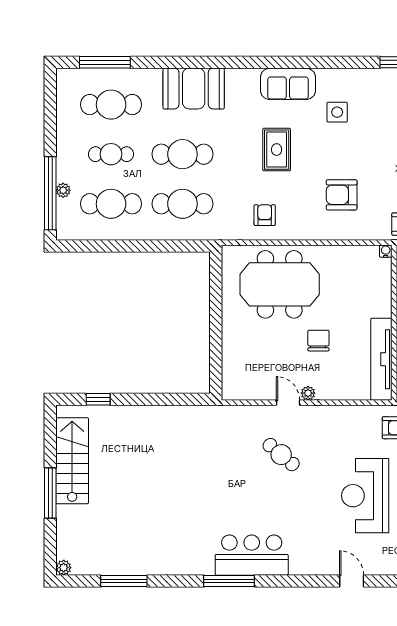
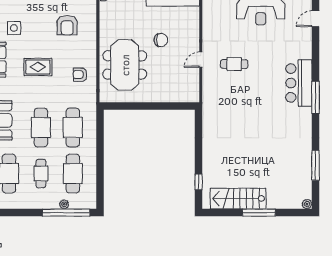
chair: (318, 341) -> (161, 40), turned 180
plant: (308, 393) -> (195, 47), removed
cafe table: (281, 455) -> (234, 64), turned 50

